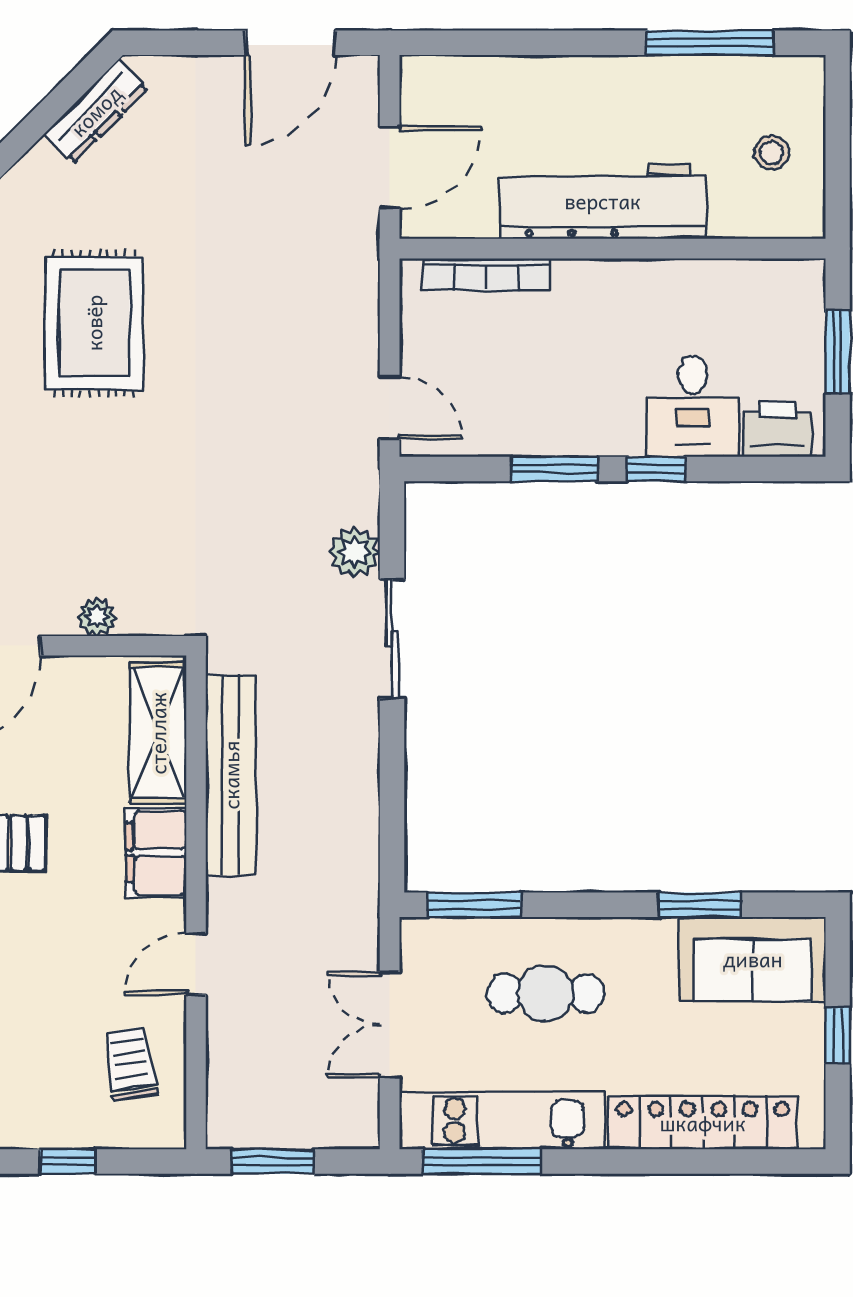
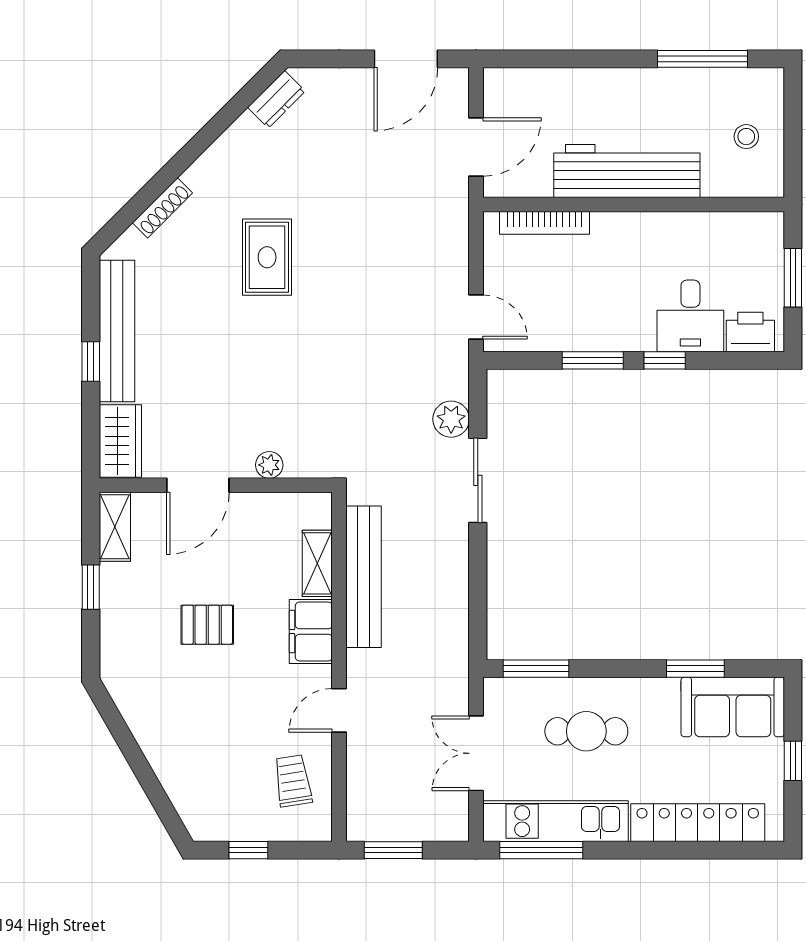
dresser: (96, 111) -> (276, 99), width x0.70
rug: (94, 323) -> (267, 257), width x0.73, depth x0.70
shelving: (158, 733) -> (317, 563), width x0.67, depth x0.75

